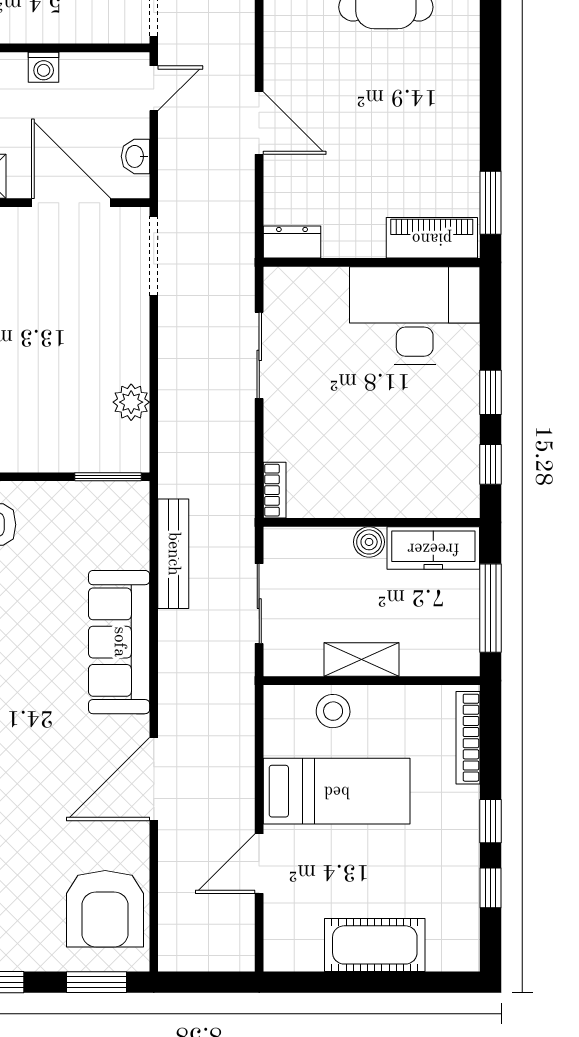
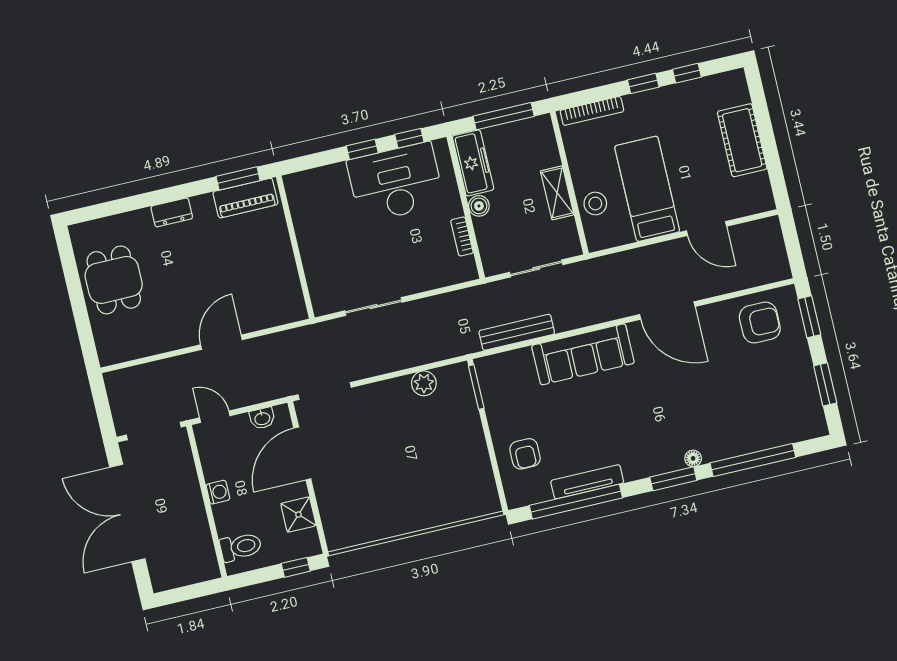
piano: (432, 238) -> (245, 198), moved, turned -90
dresser: (292, 242) -> (172, 212), moved, turned -90
desk: (415, 315) -> (396, 182), moved, turned 90
bookcase: (275, 490) -> (462, 236), moved, turned -90
armchair: (105, 909) -> (760, 323), width x0.73, depth x0.73

